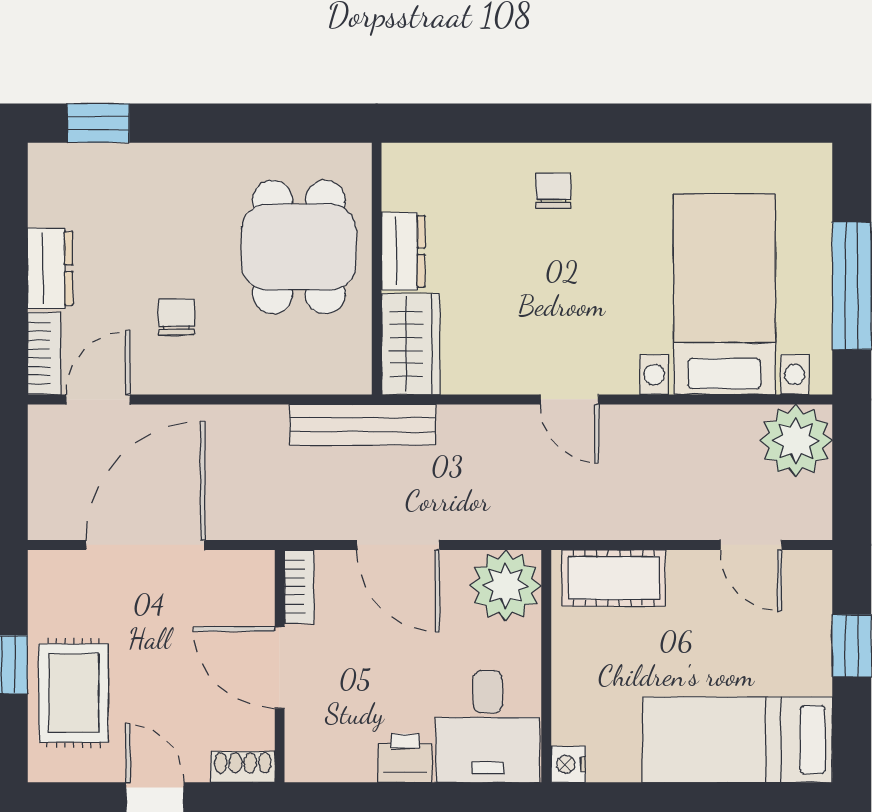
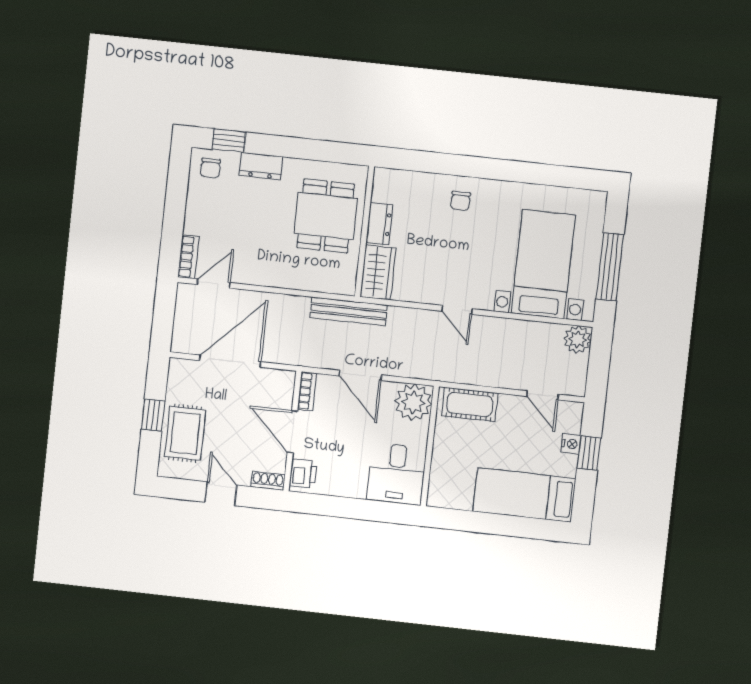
chair: (553, 191) -> (460, 201), turned 180
dresser: (50, 268) -> (261, 166), moved, turned 90
chair: (177, 317) -> (210, 168), moved, turned 180
plant: (796, 441) -> (577, 339), width x0.73, depth x0.73
printer: (405, 758) -> (303, 474), moved, turned 90
nightstand: (568, 764) -> (571, 444), moved, turned 180

